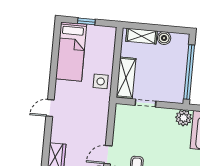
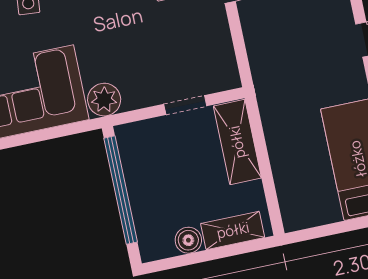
window: (86, 21) -> (346, 226), removed
side table: (101, 81) -> (284, 120), removed

